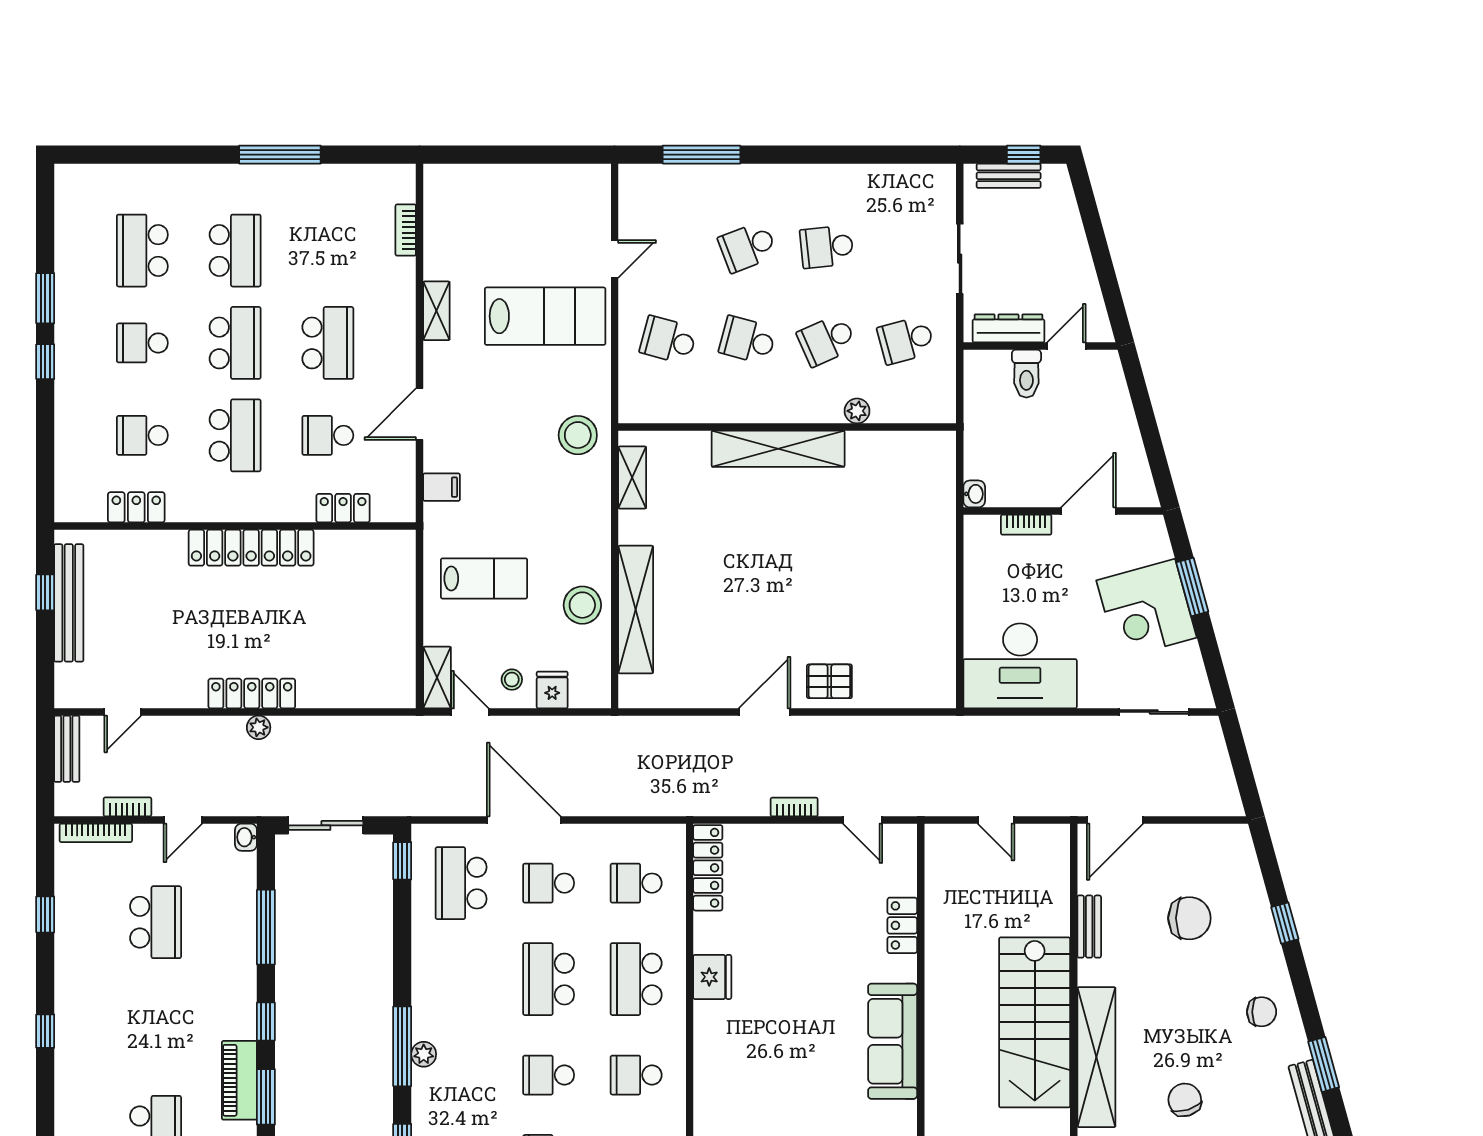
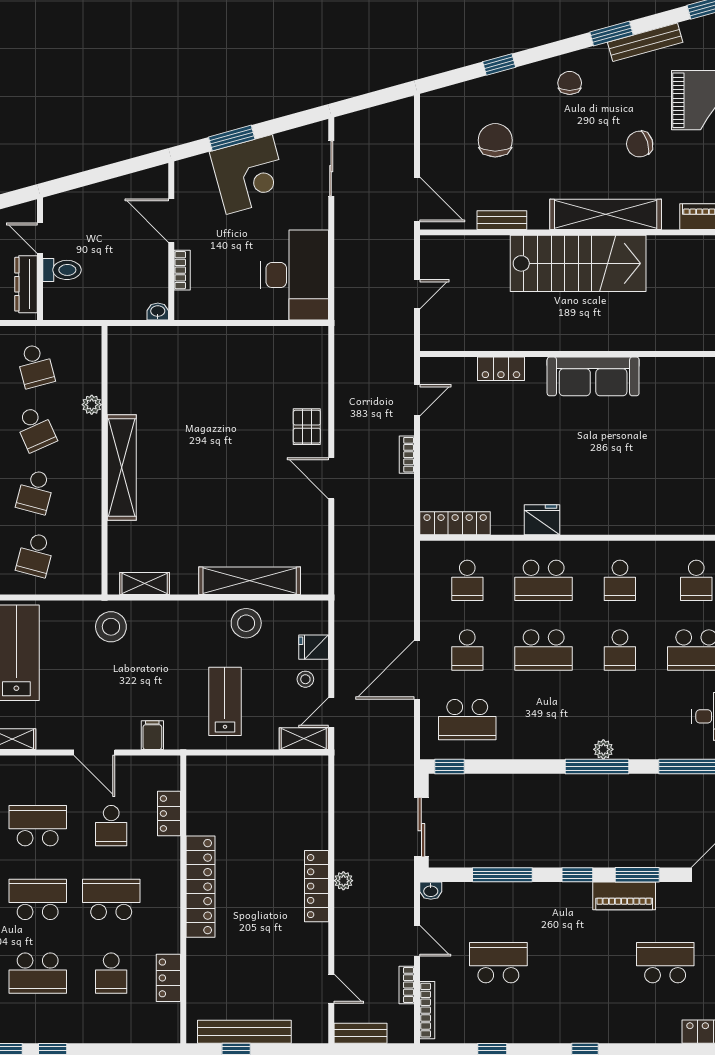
school desk: (142, 343) -> (38, 973), width x1.85

